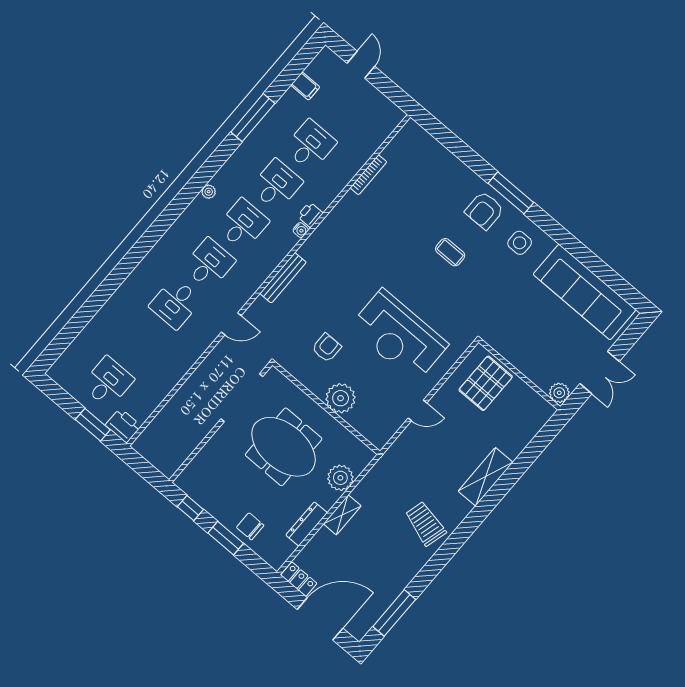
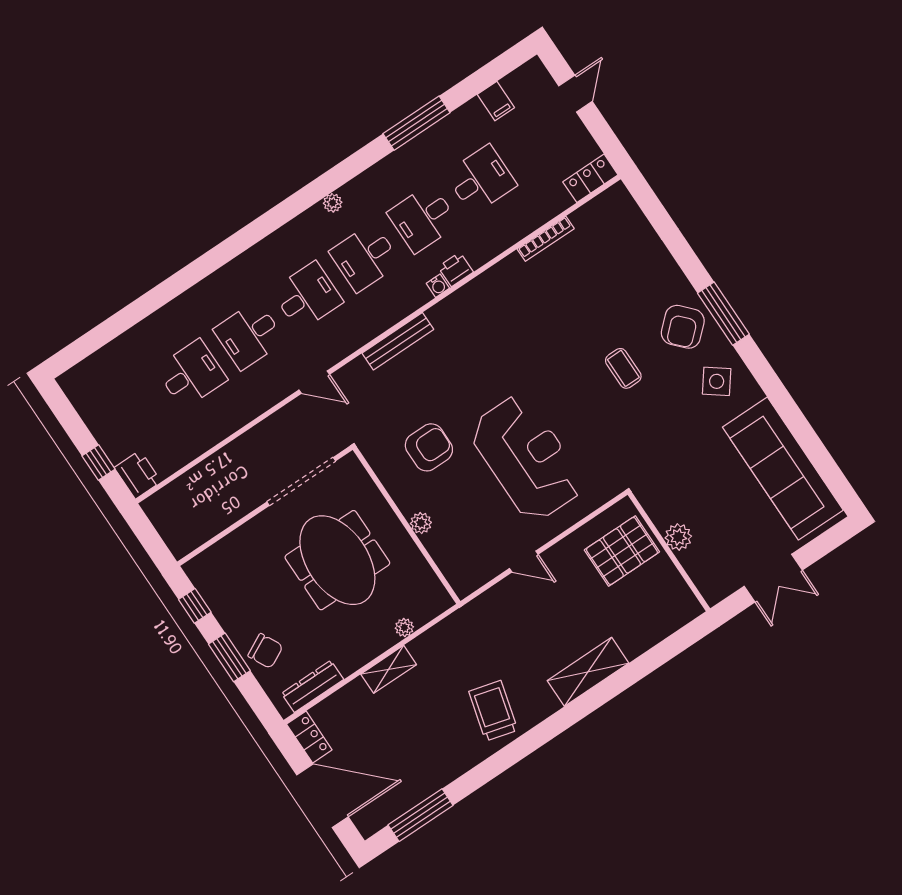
locker: (389, 123) -> (590, 178), added
desk: (277, 185) -> (423, 218), turned 180
armchair: (484, 210) -> (683, 327), turned -43
desk: (243, 224) -> (365, 257), turned 180
side table: (520, 243) -> (717, 381), turned 37
reception desk: (399, 336) -> (527, 458), turned 180
armchair: (327, 348) -> (429, 447), width x1.38, depth x1.38
desk: (108, 382) -> (191, 374), moved
plant: (559, 393) -> (678, 537), moved
plant: (341, 398) -> (421, 523), width x0.53, depth x0.53
window: (93, 425) -> (98, 463), width x0.67
plant: (340, 478) -> (404, 628), width x0.53, depth x0.53
dresser: (307, 524) -> (313, 686), moved
chair: (250, 526) -> (265, 651), turned 153

